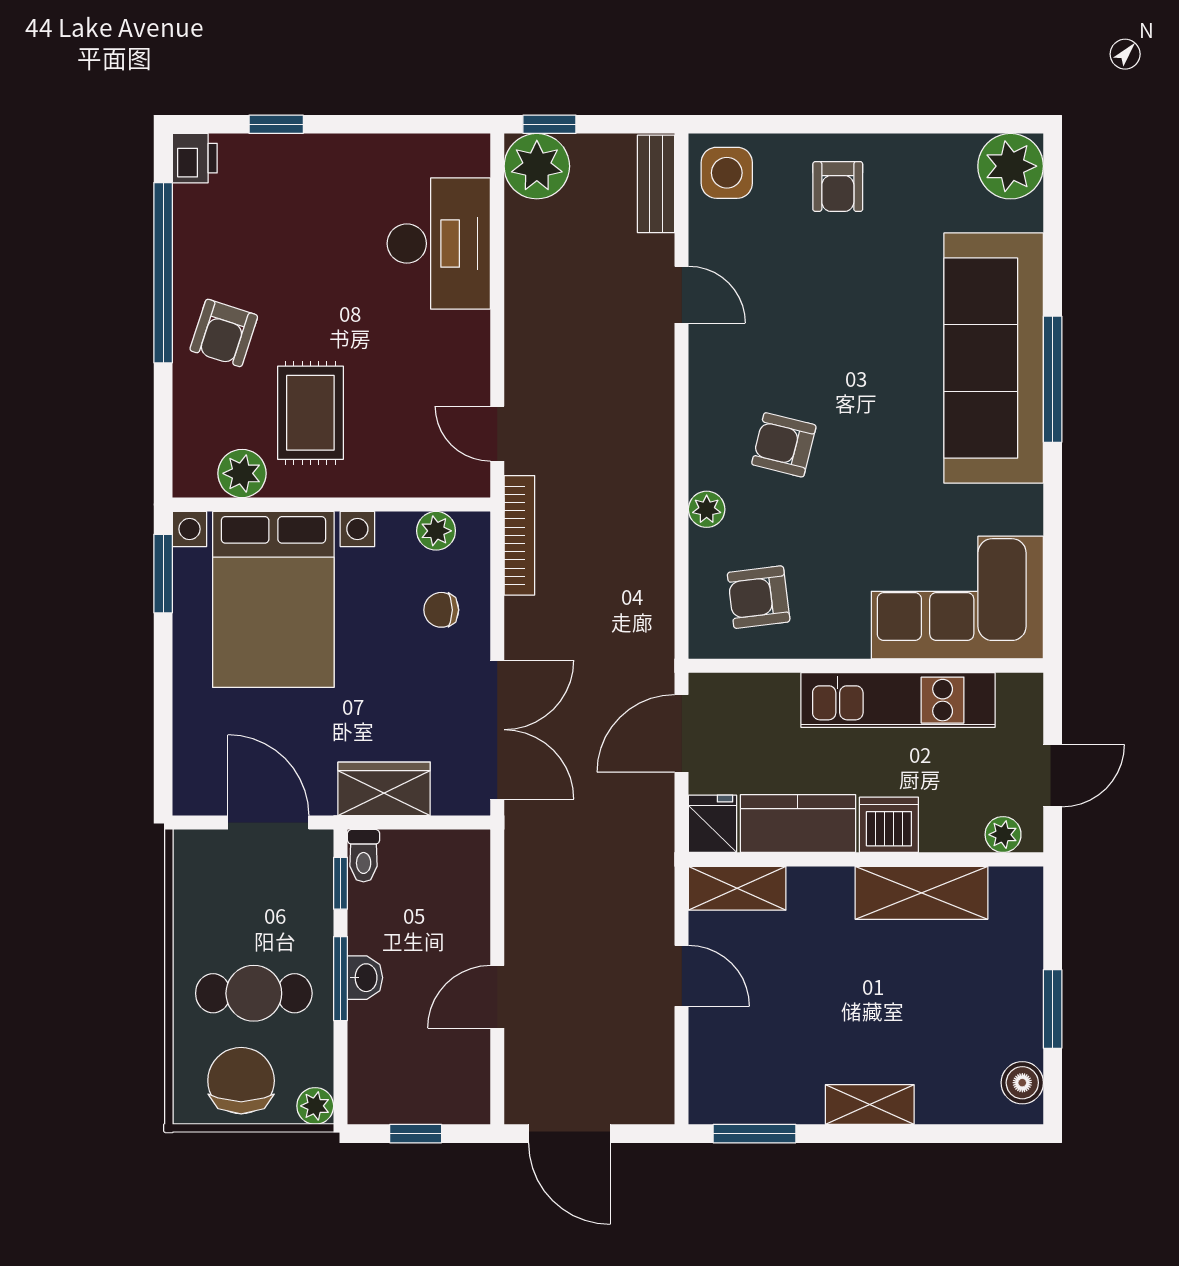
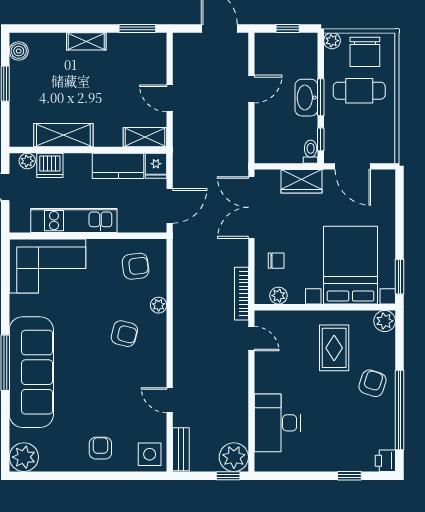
plant: (242, 473) -> (385, 321), moved
dishwasher: (889, 825) -> (50, 165), moved
washbasin: (365, 978) -> (306, 98), width x1.91, depth x1.45

